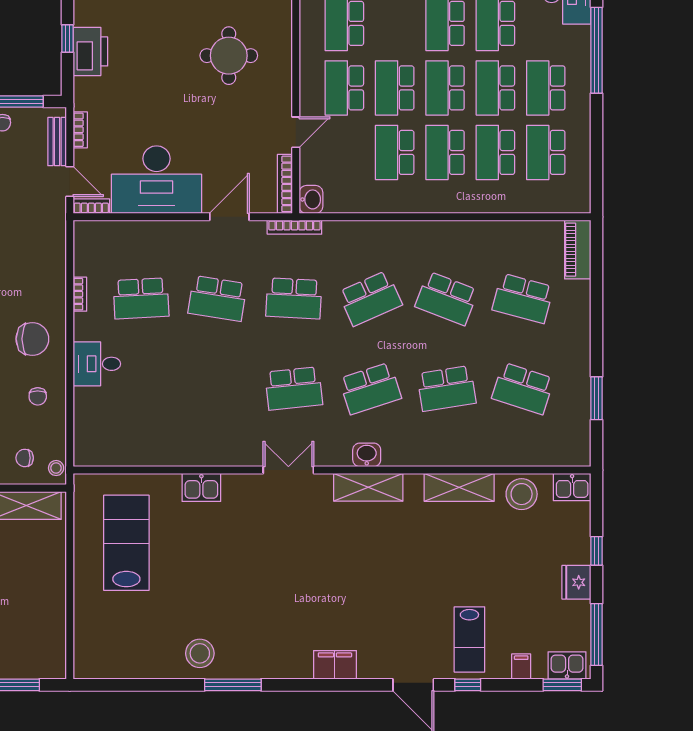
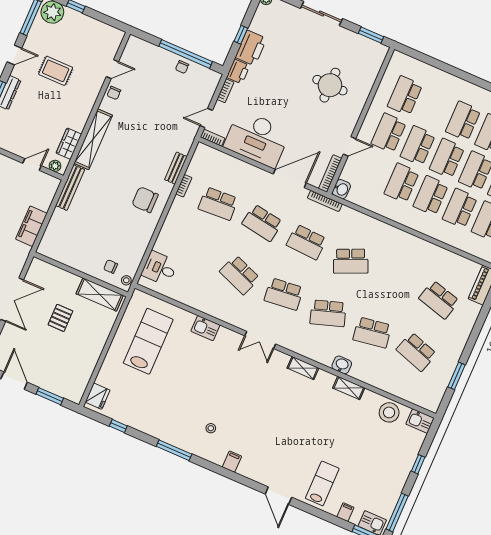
printer: (87, 94) -> (238, 71), added
bench: (57, 142) -> (176, 168), moved
door: (70, 181) -> (206, 118), swing flipped
door: (229, 217) -> (290, 179), width x1.36
school desk: (447, 298) -> (240, 275), moved
chair: (32, 339) -> (145, 200), turned 180
desk: (97, 364) -> (160, 268), moved
chair: (38, 396) -> (134, 234), removed
washbasin: (367, 455) -> (342, 365), moved
double door: (288, 470) -> (260, 340), swing flipped
shelving: (368, 487) -> (303, 368), width x0.67, depth x0.75
shelving: (459, 487) -> (349, 388), width x0.67, depth x0.75
fridge: (576, 582) -> (98, 396), moved, turned 180
lab bench: (469, 639) -> (322, 483), turned 180
stool: (200, 653) -> (211, 428), moved, width x0.53, depth x0.53
filing cabinet: (335, 665) -> (232, 462), width x0.50
window: (468, 685) -> (118, 426), moved

